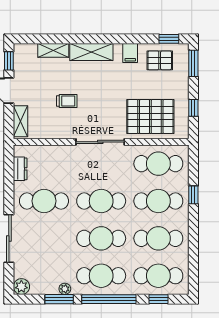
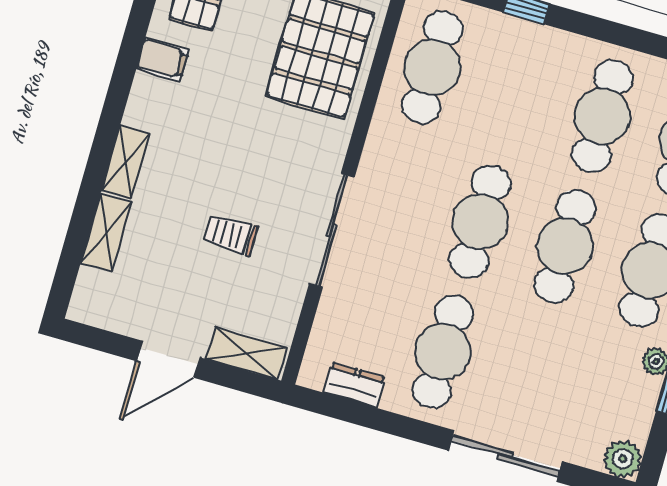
shelving: (91, 52) -> (125, 162), width x0.67, depth x0.75
window: (9, 61) -> (101, 340), removed
trolley: (67, 101) -> (230, 235), turned -90
sliding door: (100, 142) -> (332, 230), moved
cafe table: (158, 201) -> (517, 92), removed

